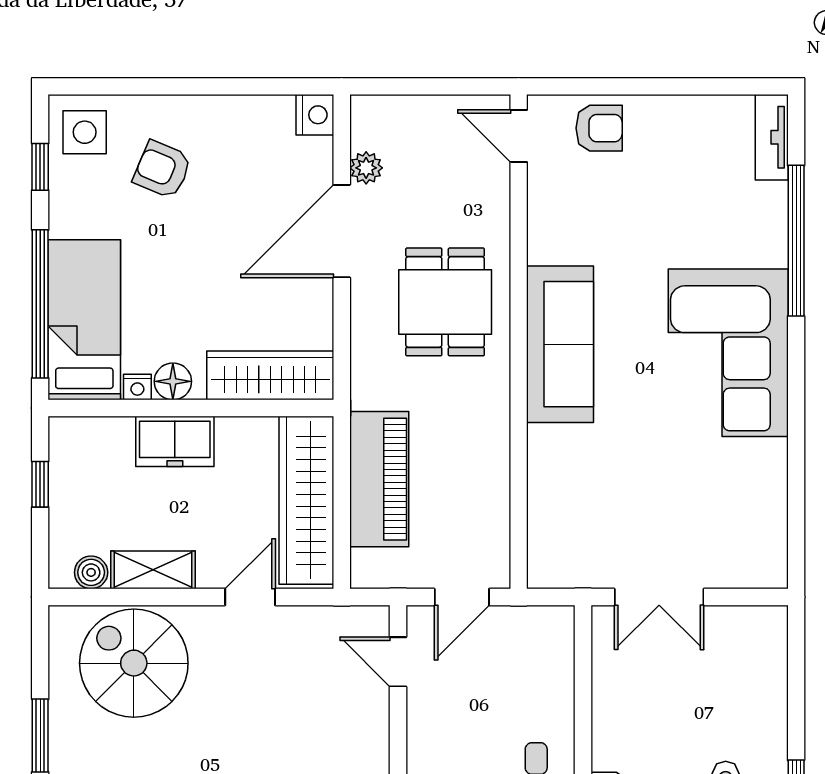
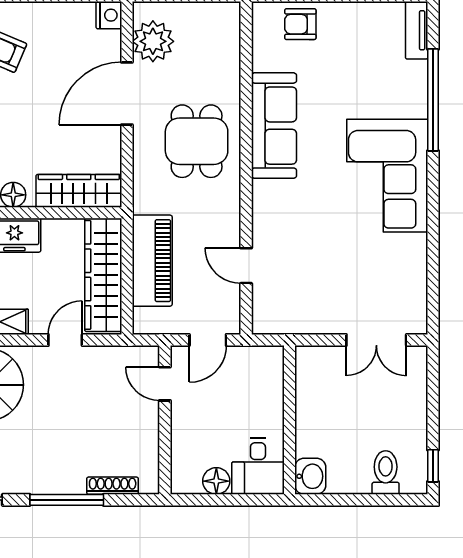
armchair: (599, 128) -> (300, 24), turned 180
door: (519, 136) -> (246, 266), moved
plant: (366, 168) -> (153, 41), width x1.87, depth x1.87
sofa: (560, 344) -> (274, 126), moved
double door: (659, 597) -> (376, 340), moved

